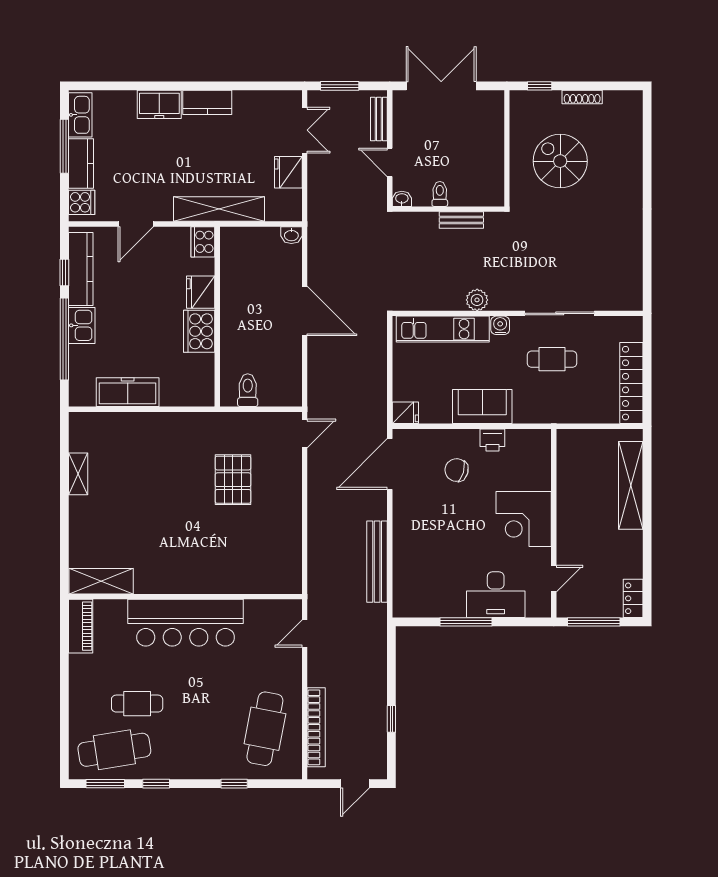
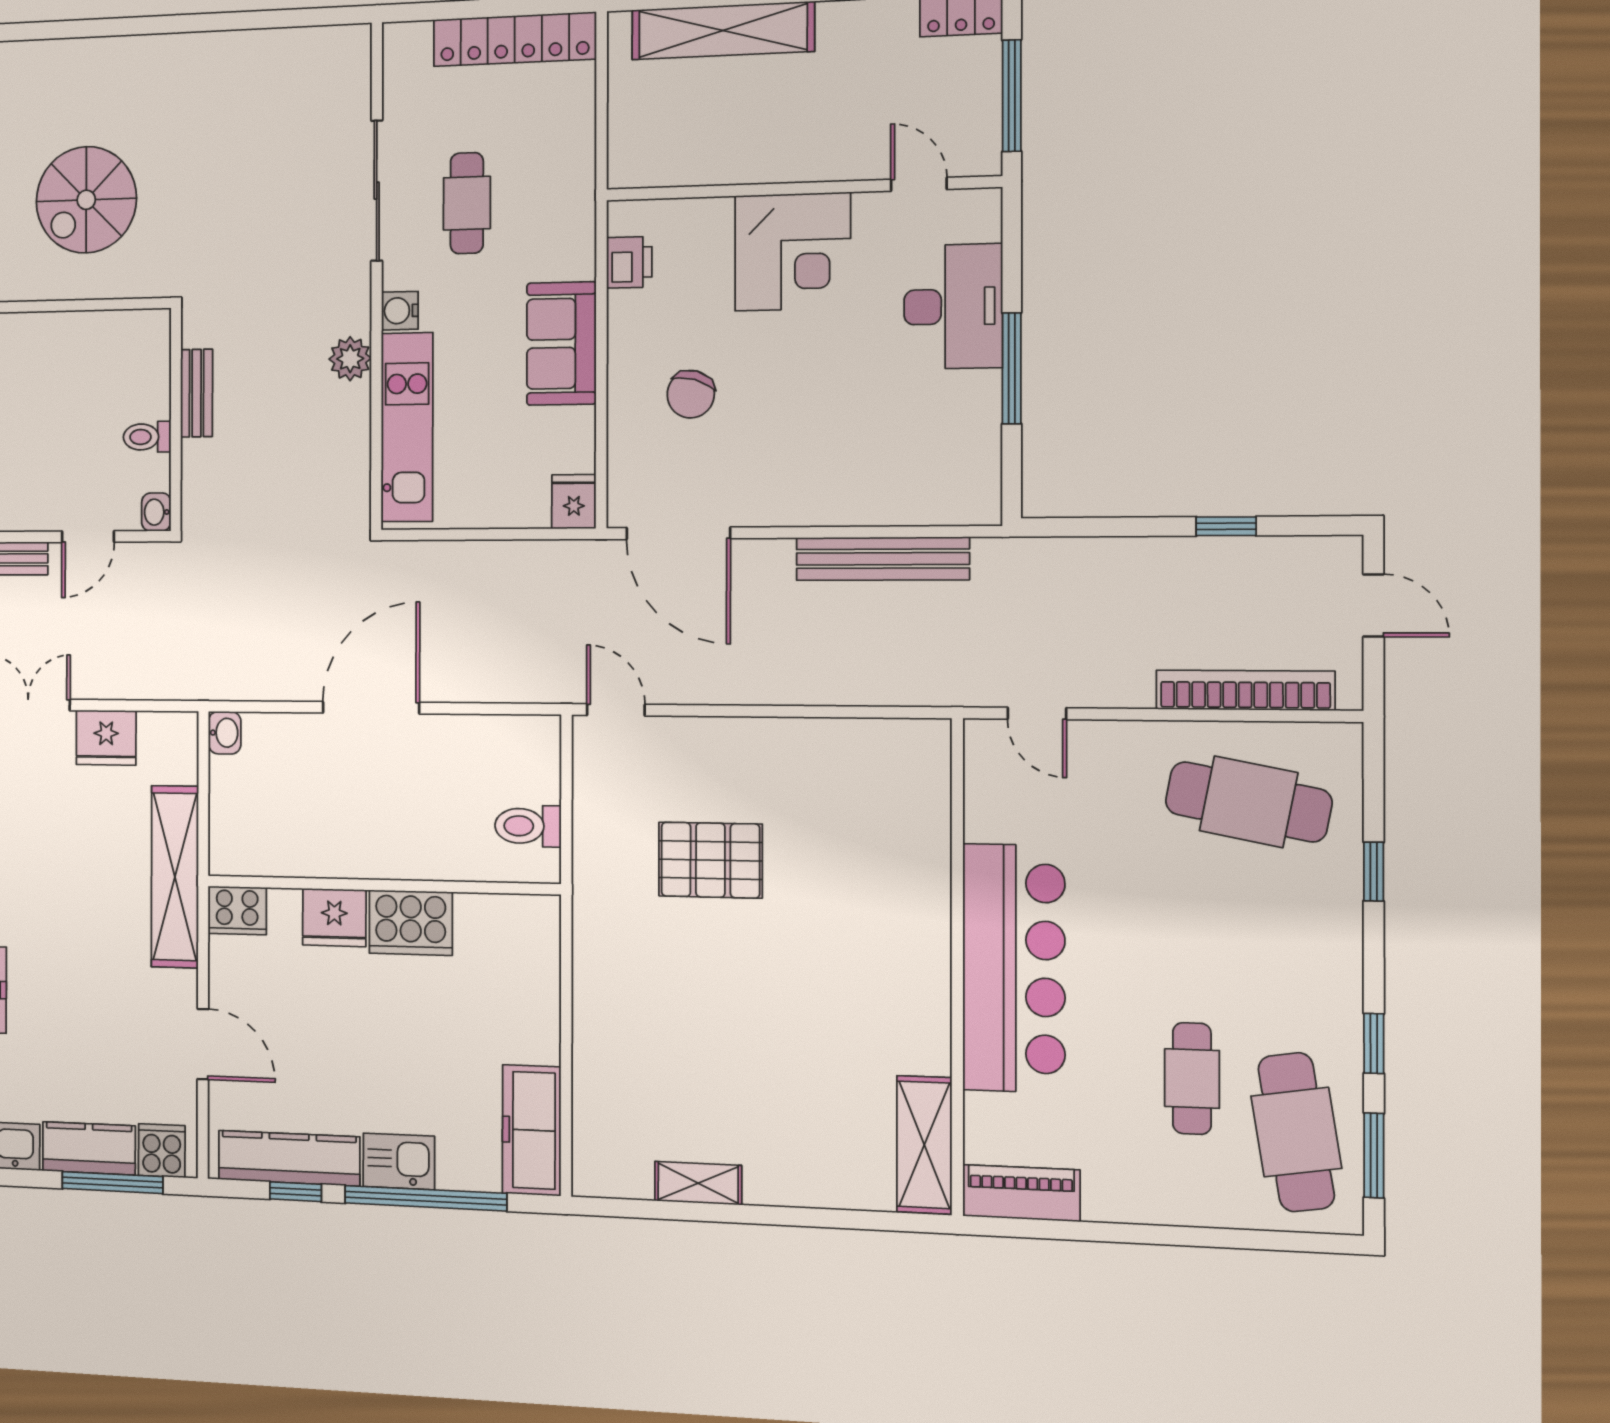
window: (64, 146) -> (112, 1183), moved
freezer: (128, 392) -> (532, 1130), moved
printer: (492, 440) -> (629, 262), moved

